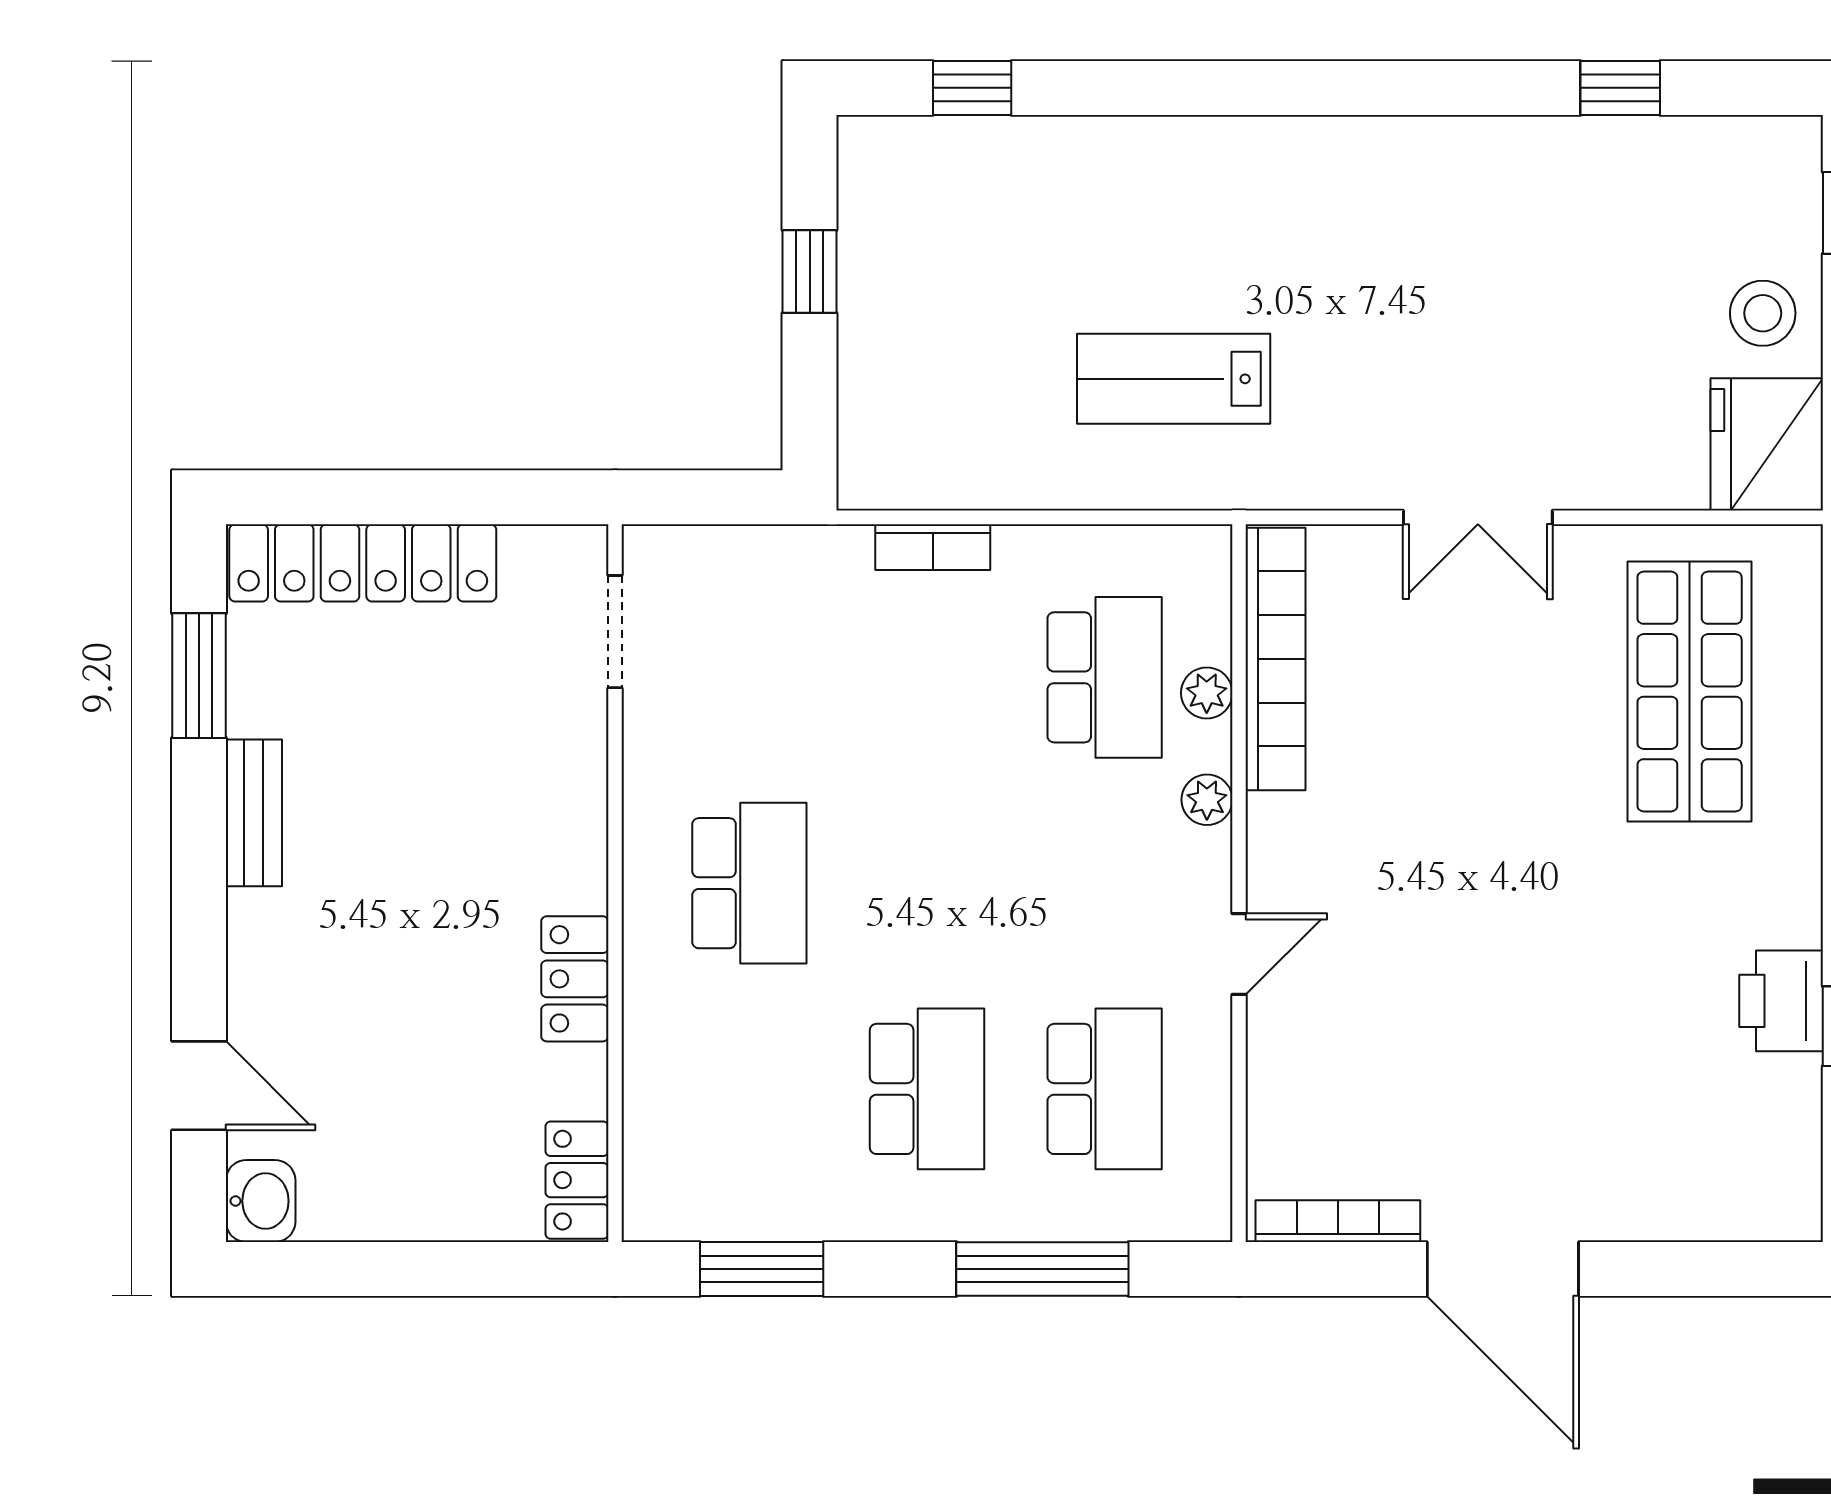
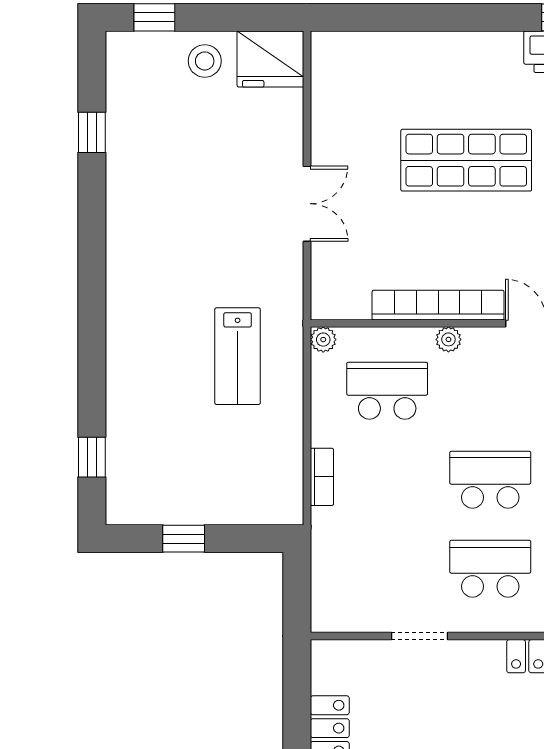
doorway: (615, 632) -> (419, 636), moved
bookcase: (1276, 659) -> (438, 305), moved
shop shelf: (1690, 692) -> (466, 160), moved
plant: (1207, 693) -> (323, 340), moved
school desk: (927, 883) -> (490, 480), added

